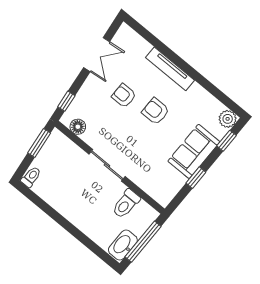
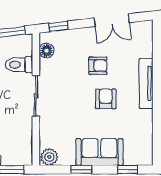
armchair: (124, 96) -> (98, 66), turned 90
plant: (228, 119) -> (49, 157), moved
toilet: (126, 204) -> (19, 65), moved

